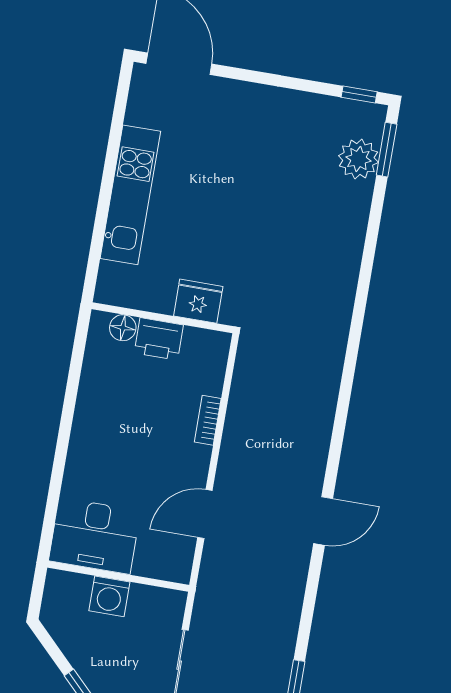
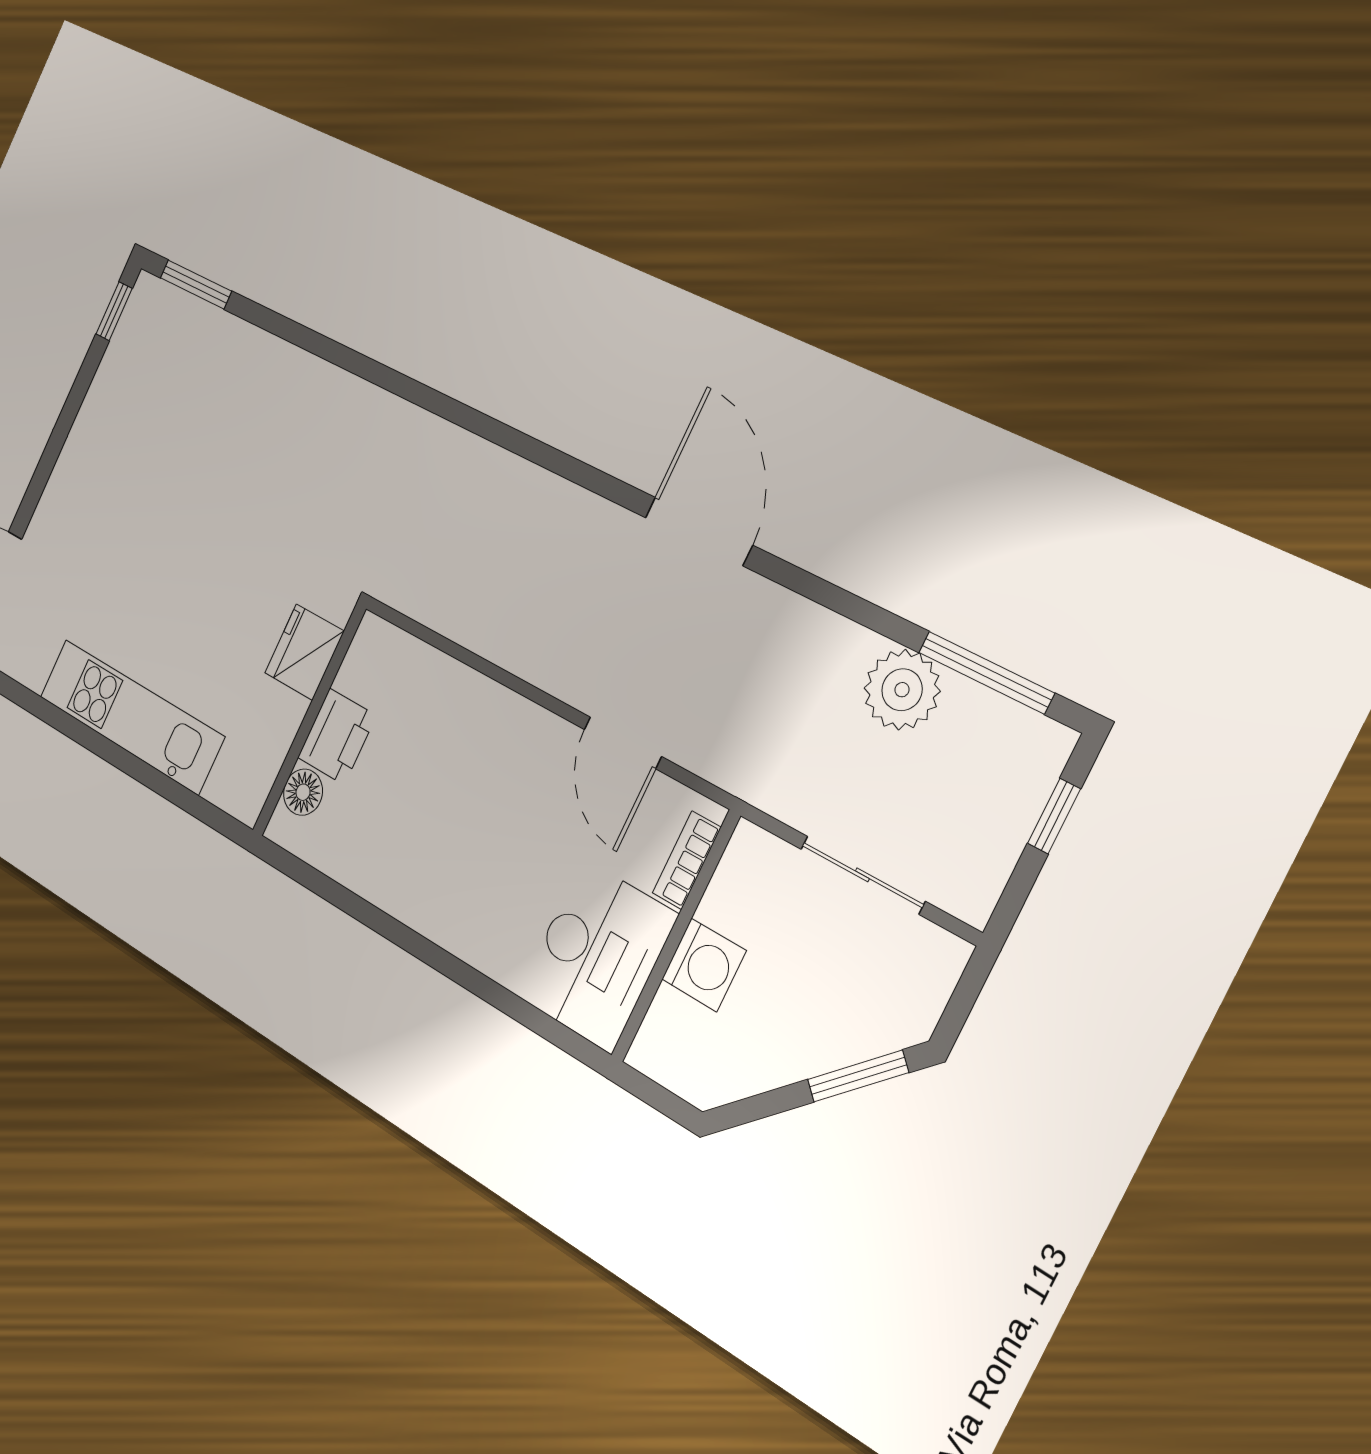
plant: (358, 159) -> (902, 690), moved
bookcase: (208, 420) -> (687, 860), moved, turned 90
door: (323, 521) -> (699, 531), width x1.36

